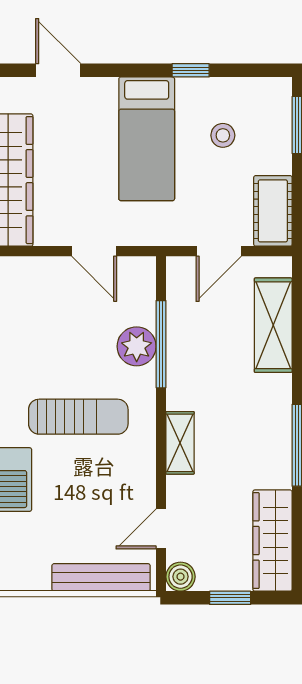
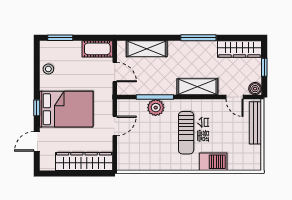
window: (191, 70) -> (37, 108), moved
stool: (223, 135) -> (48, 69), moved
bed: (147, 139) -> (66, 109), width x1.50
sun lounger: (78, 417) -> (186, 133), turned 180
shelving: (180, 443) -> (197, 87), width x1.50, depth x1.33

